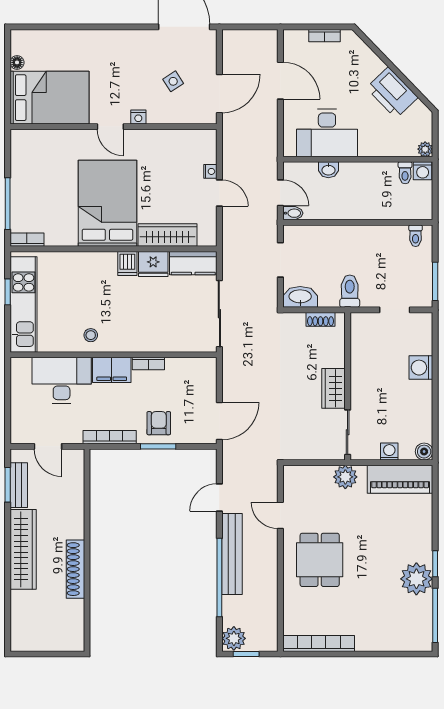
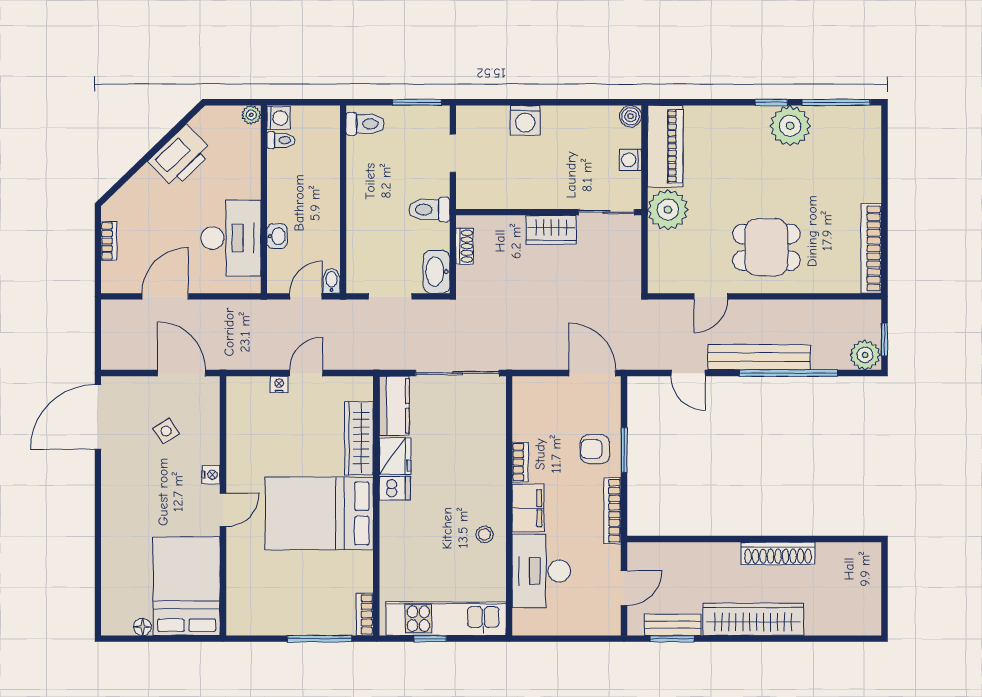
toilet: (416, 236) -> (365, 124), width x1.37, depth x1.39
plant: (345, 477) -> (668, 210), width x1.36, depth x1.36

